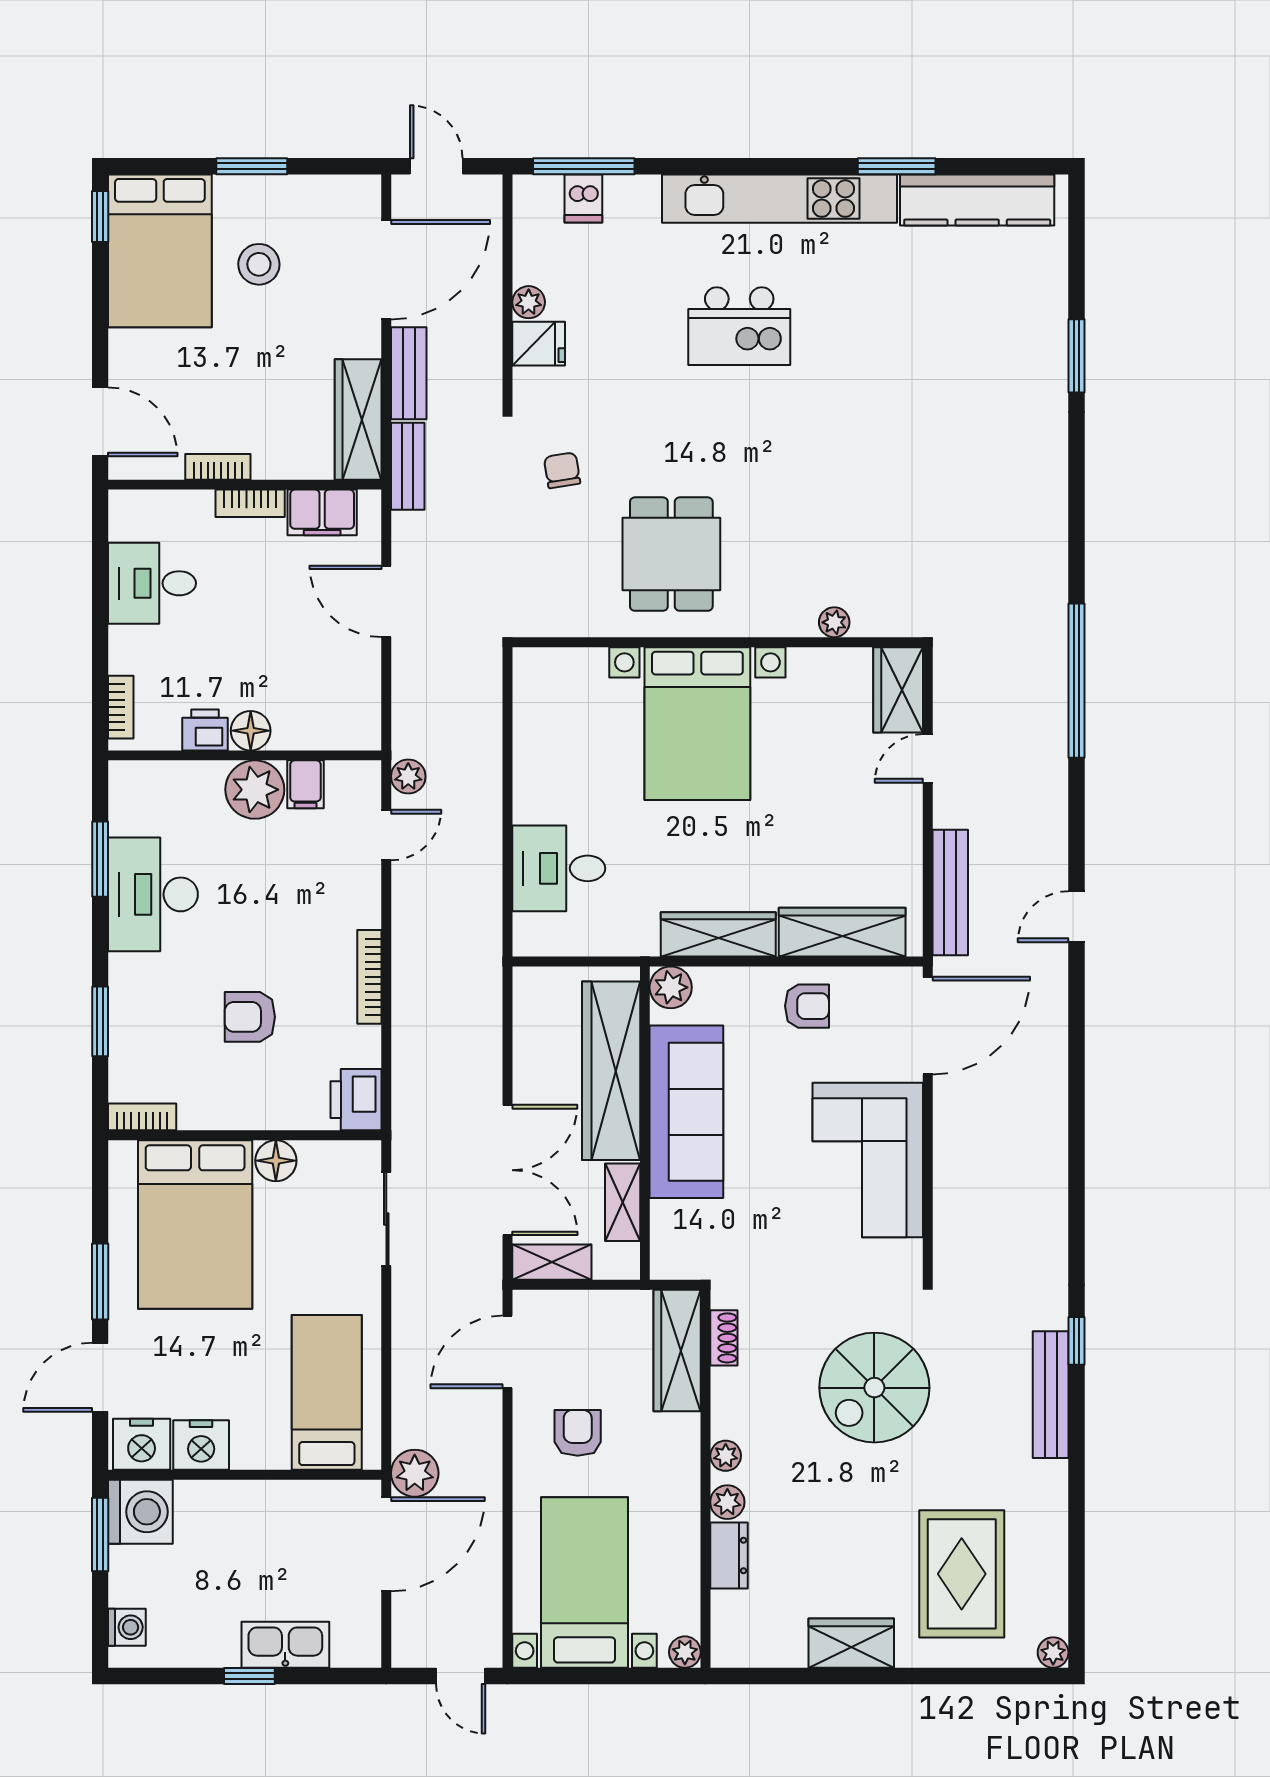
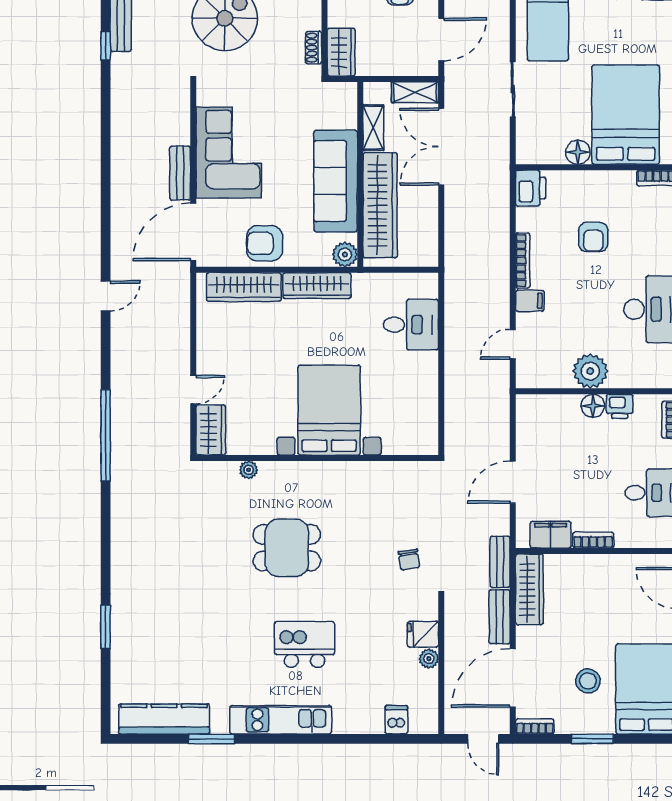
window: (584, 166) -> (396, 739), removed
kitchen unit: (779, 199) -> (281, 720), width x0.73
bookcase: (218, 467) -> (535, 726), moved, turned 180
dining table: (671, 554) -> (287, 548), moved, turned 90
door: (386, 601) -> (513, 482), swing flipped
plant: (408, 776) -> (500, 379), removed
filing cabinet: (305, 784) -> (530, 301), moved, turned 90
bench: (950, 893) -> (180, 173), moved, width x0.73
armchair: (807, 1006) -> (265, 243), width x1.38, depth x1.38
armchair: (250, 1017) -> (593, 237), turned 90
sliding door: (386, 1219) -> (513, 89), moved
wardrobe: (677, 1351) -> (341, 52), width x0.67

